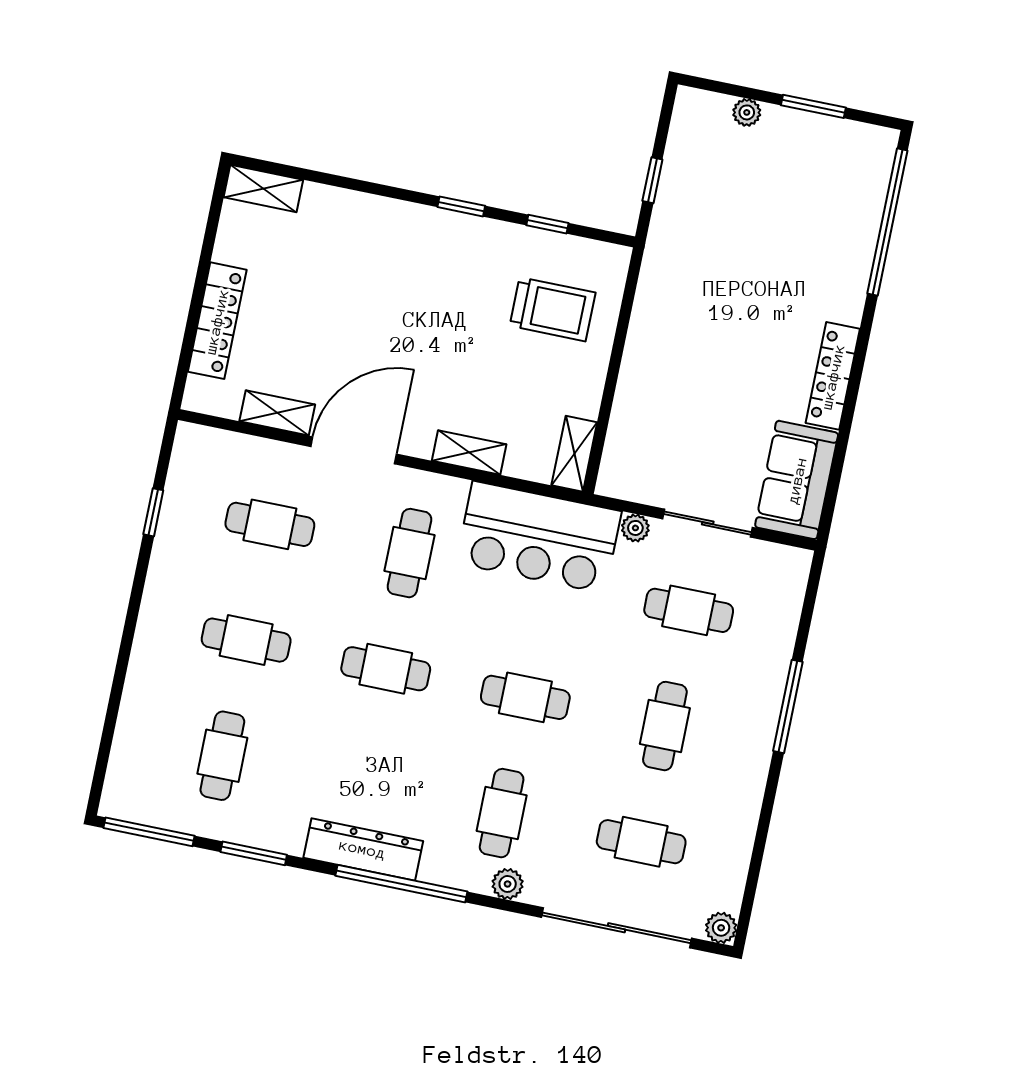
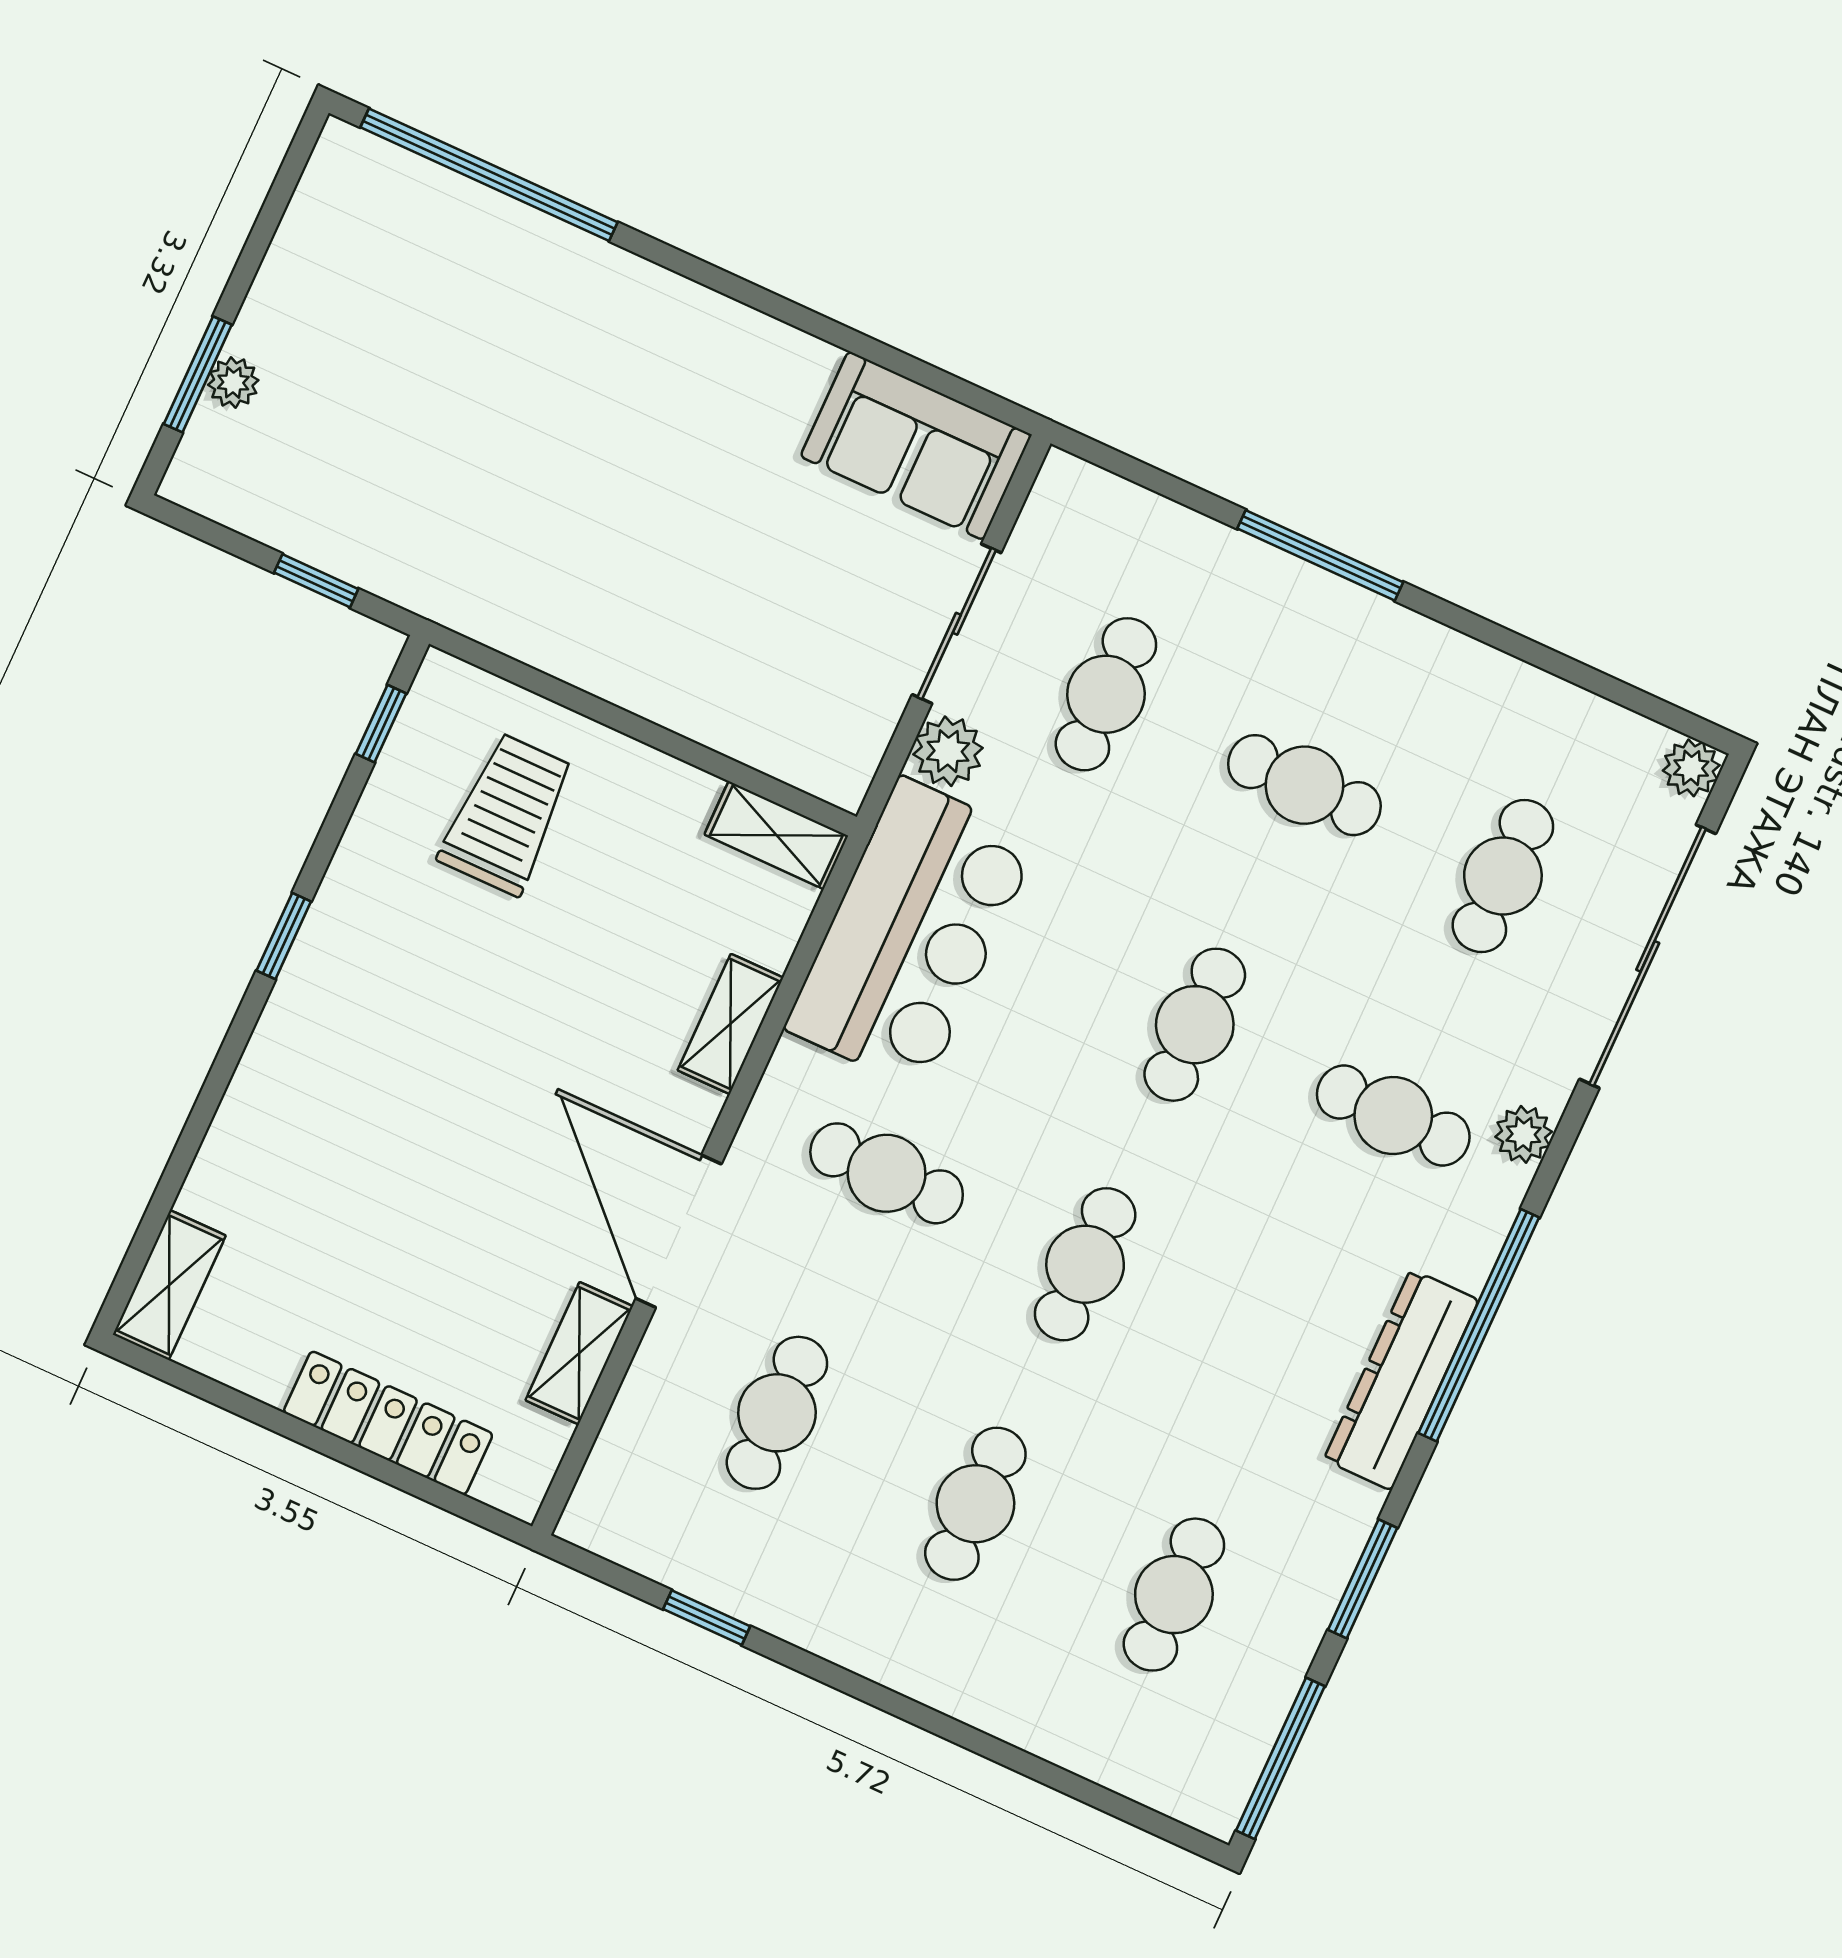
window: (813, 106) -> (198, 374), moved
window: (547, 224) -> (381, 724), moved
locker: (833, 376) -> (743, 337), removed
plant: (635, 528) -> (948, 751), width x1.38, depth x1.38
cafe table: (222, 756) -> (1174, 1595), turned 90

